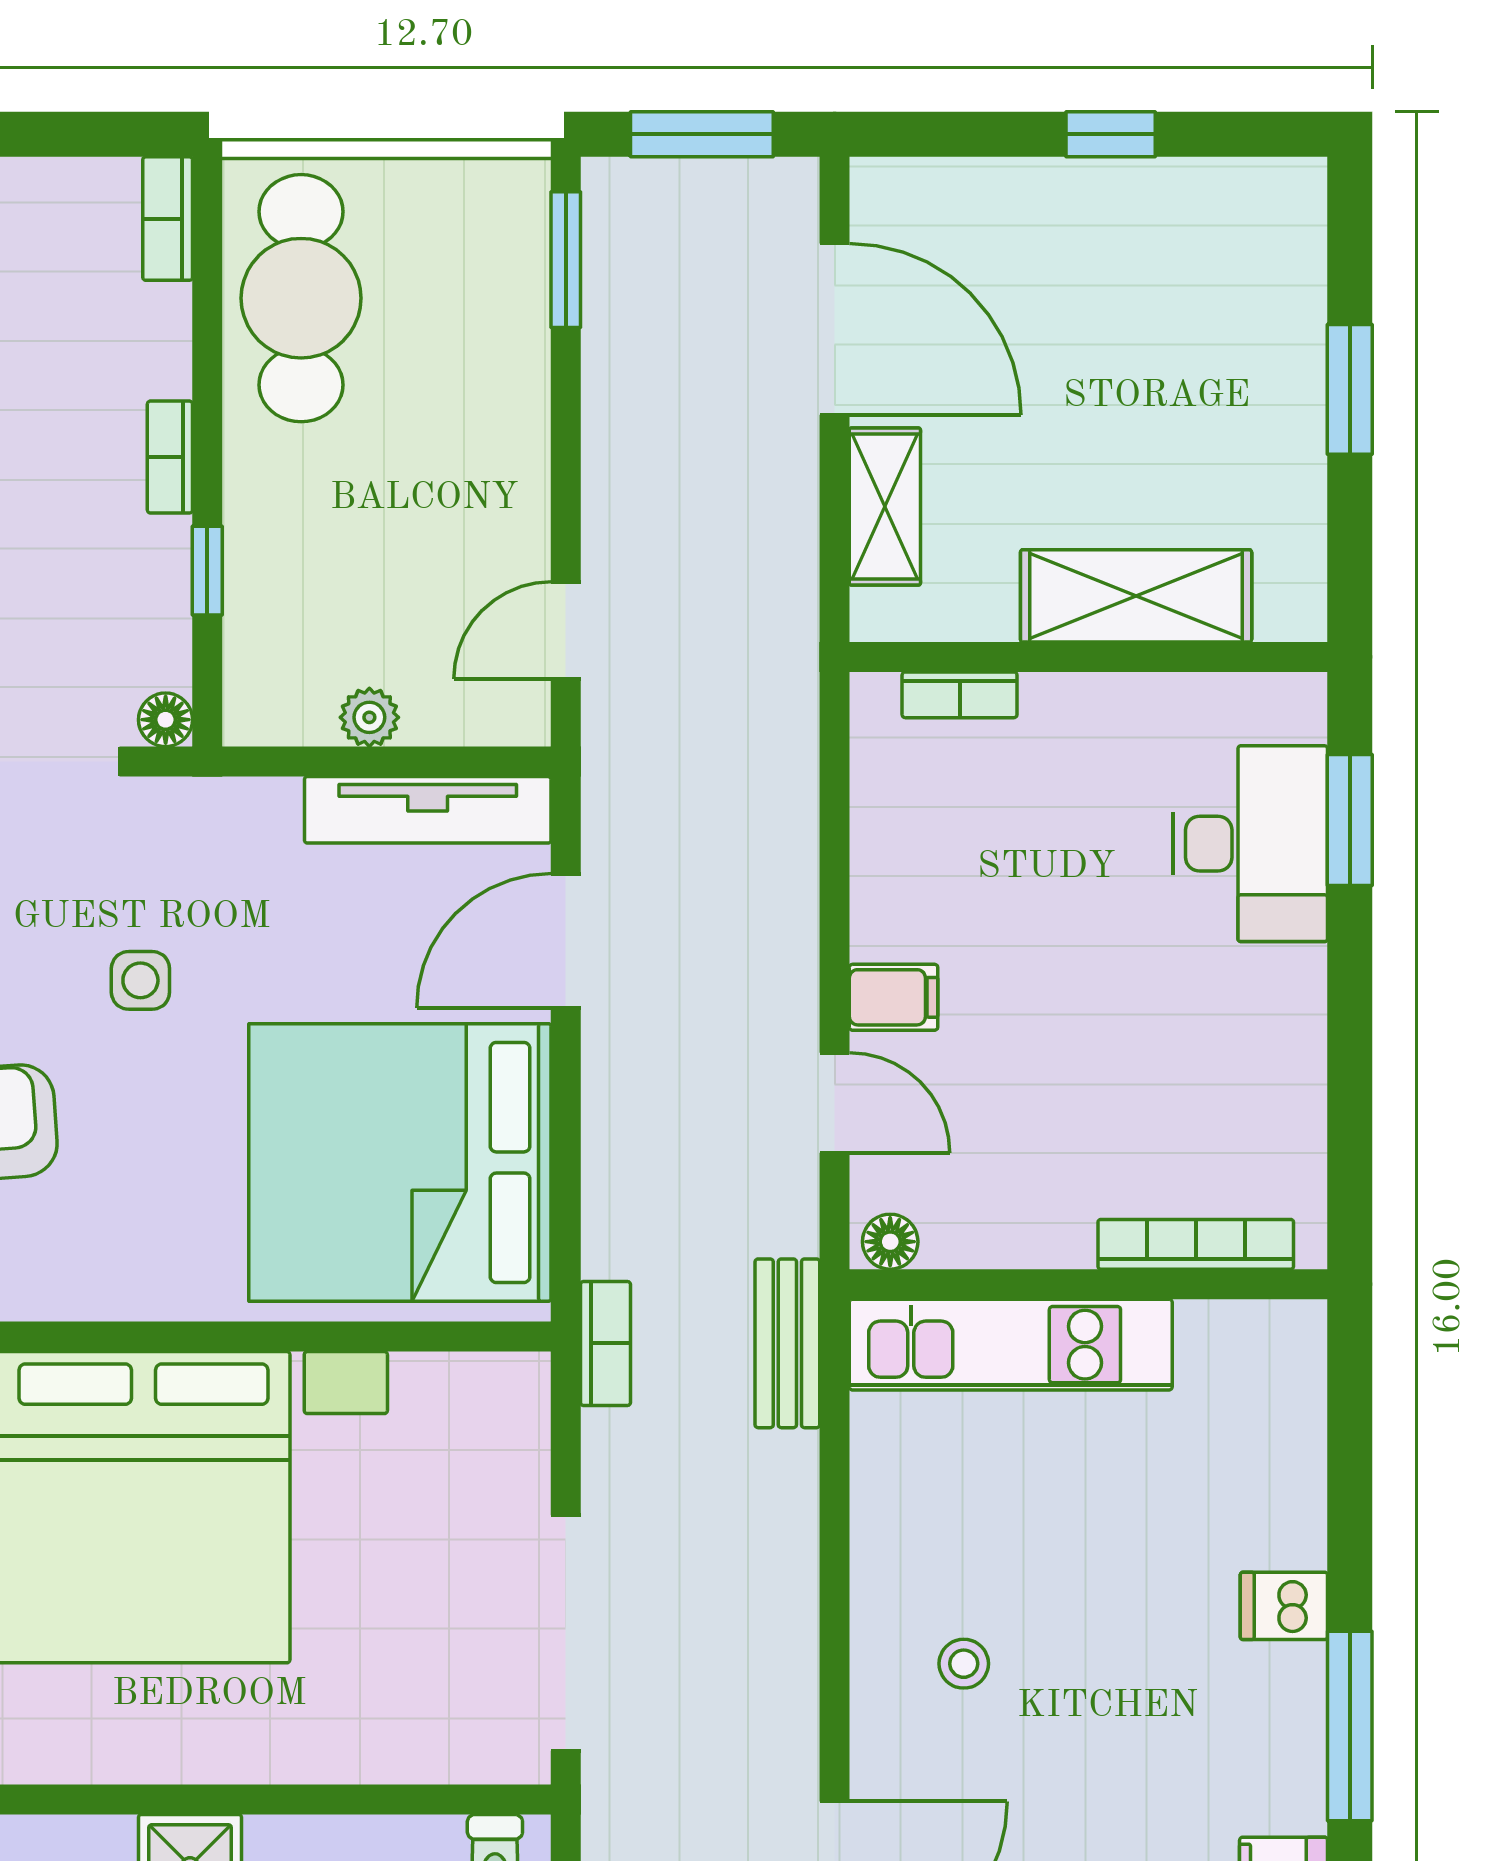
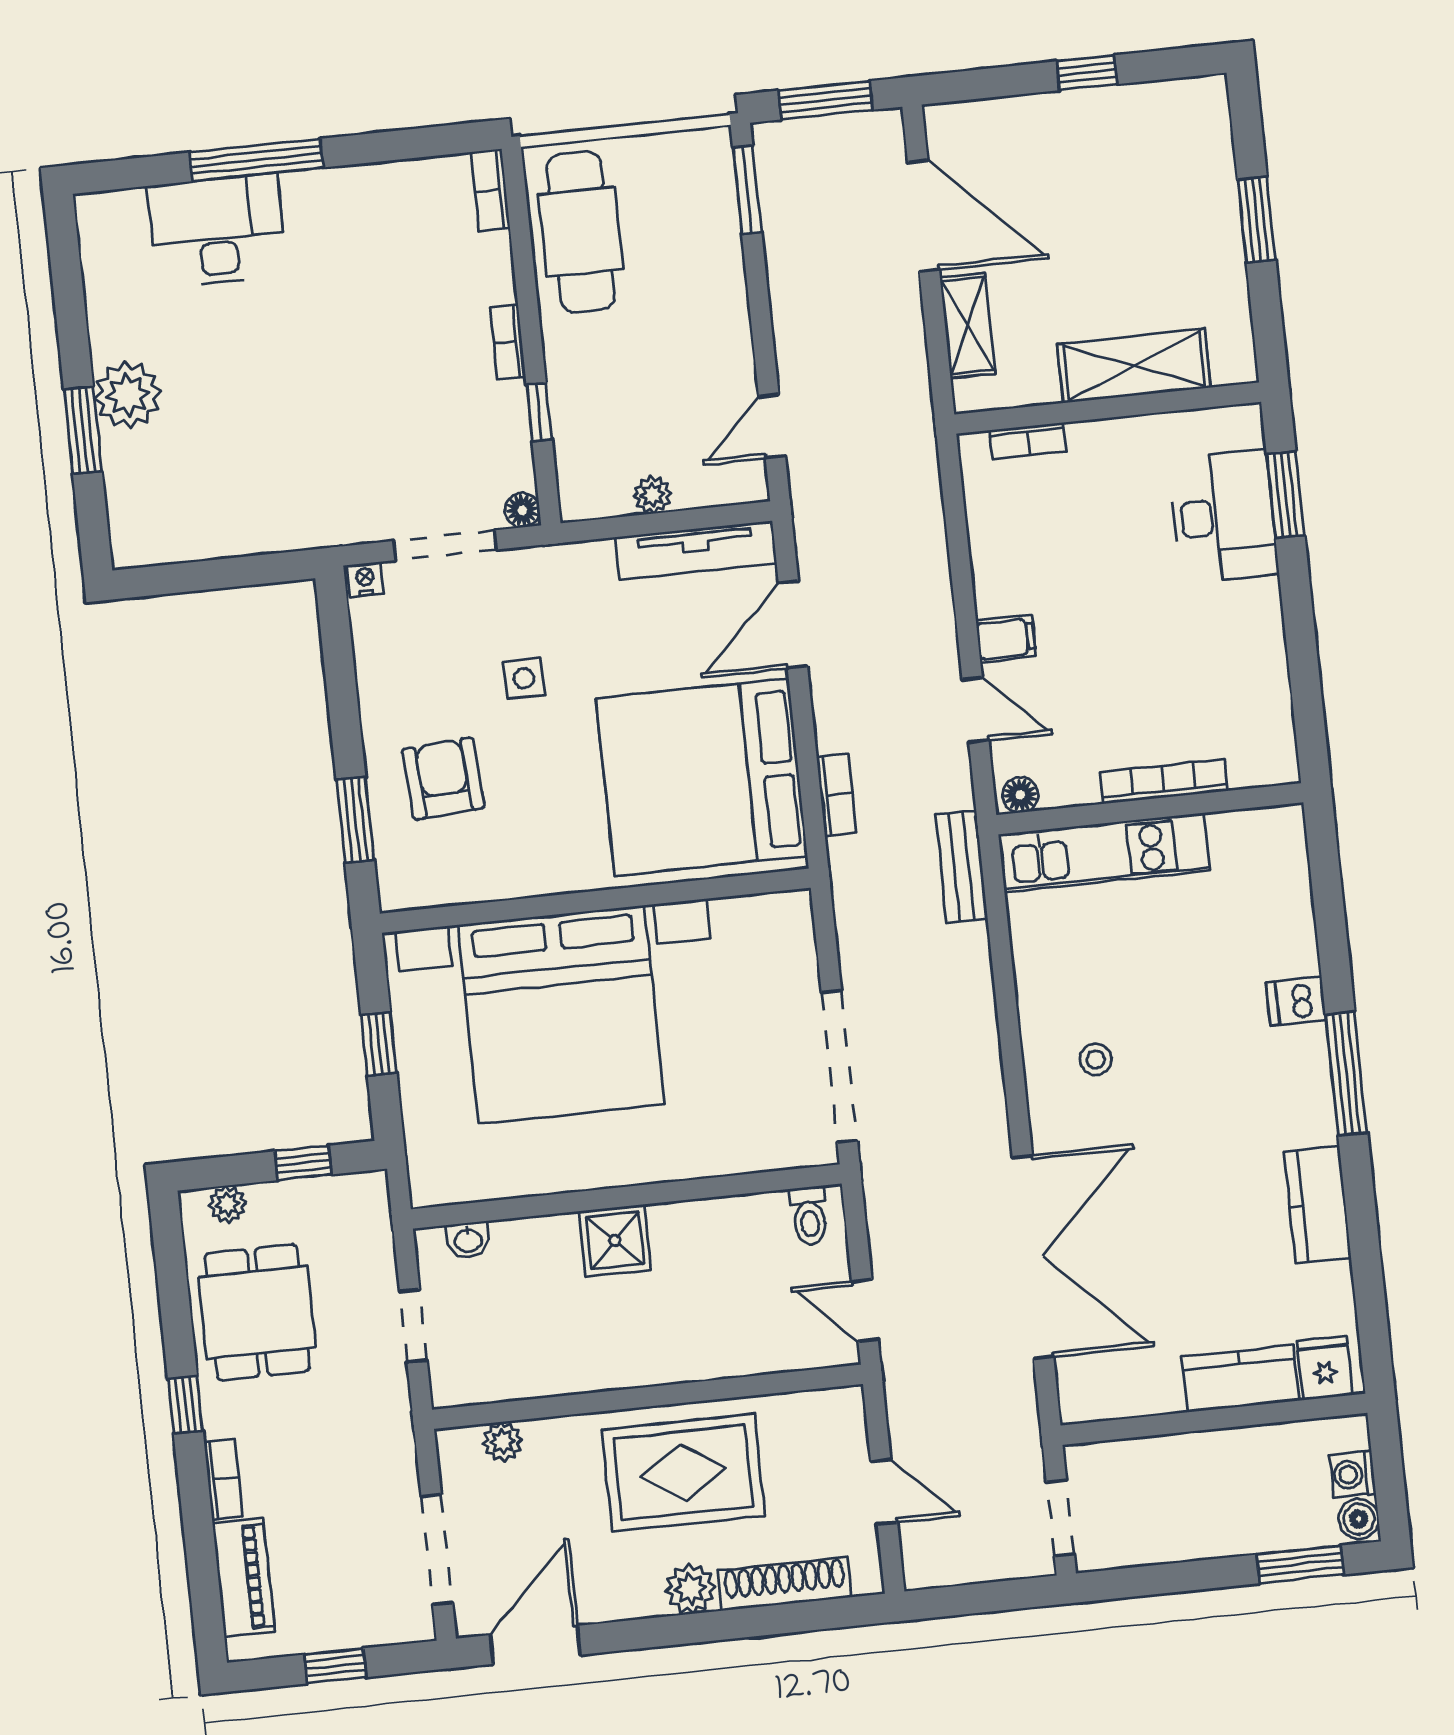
bookcase: (1196, 1244) -> (1164, 781), moved
bookcase: (605, 1343) -> (836, 795), moved

